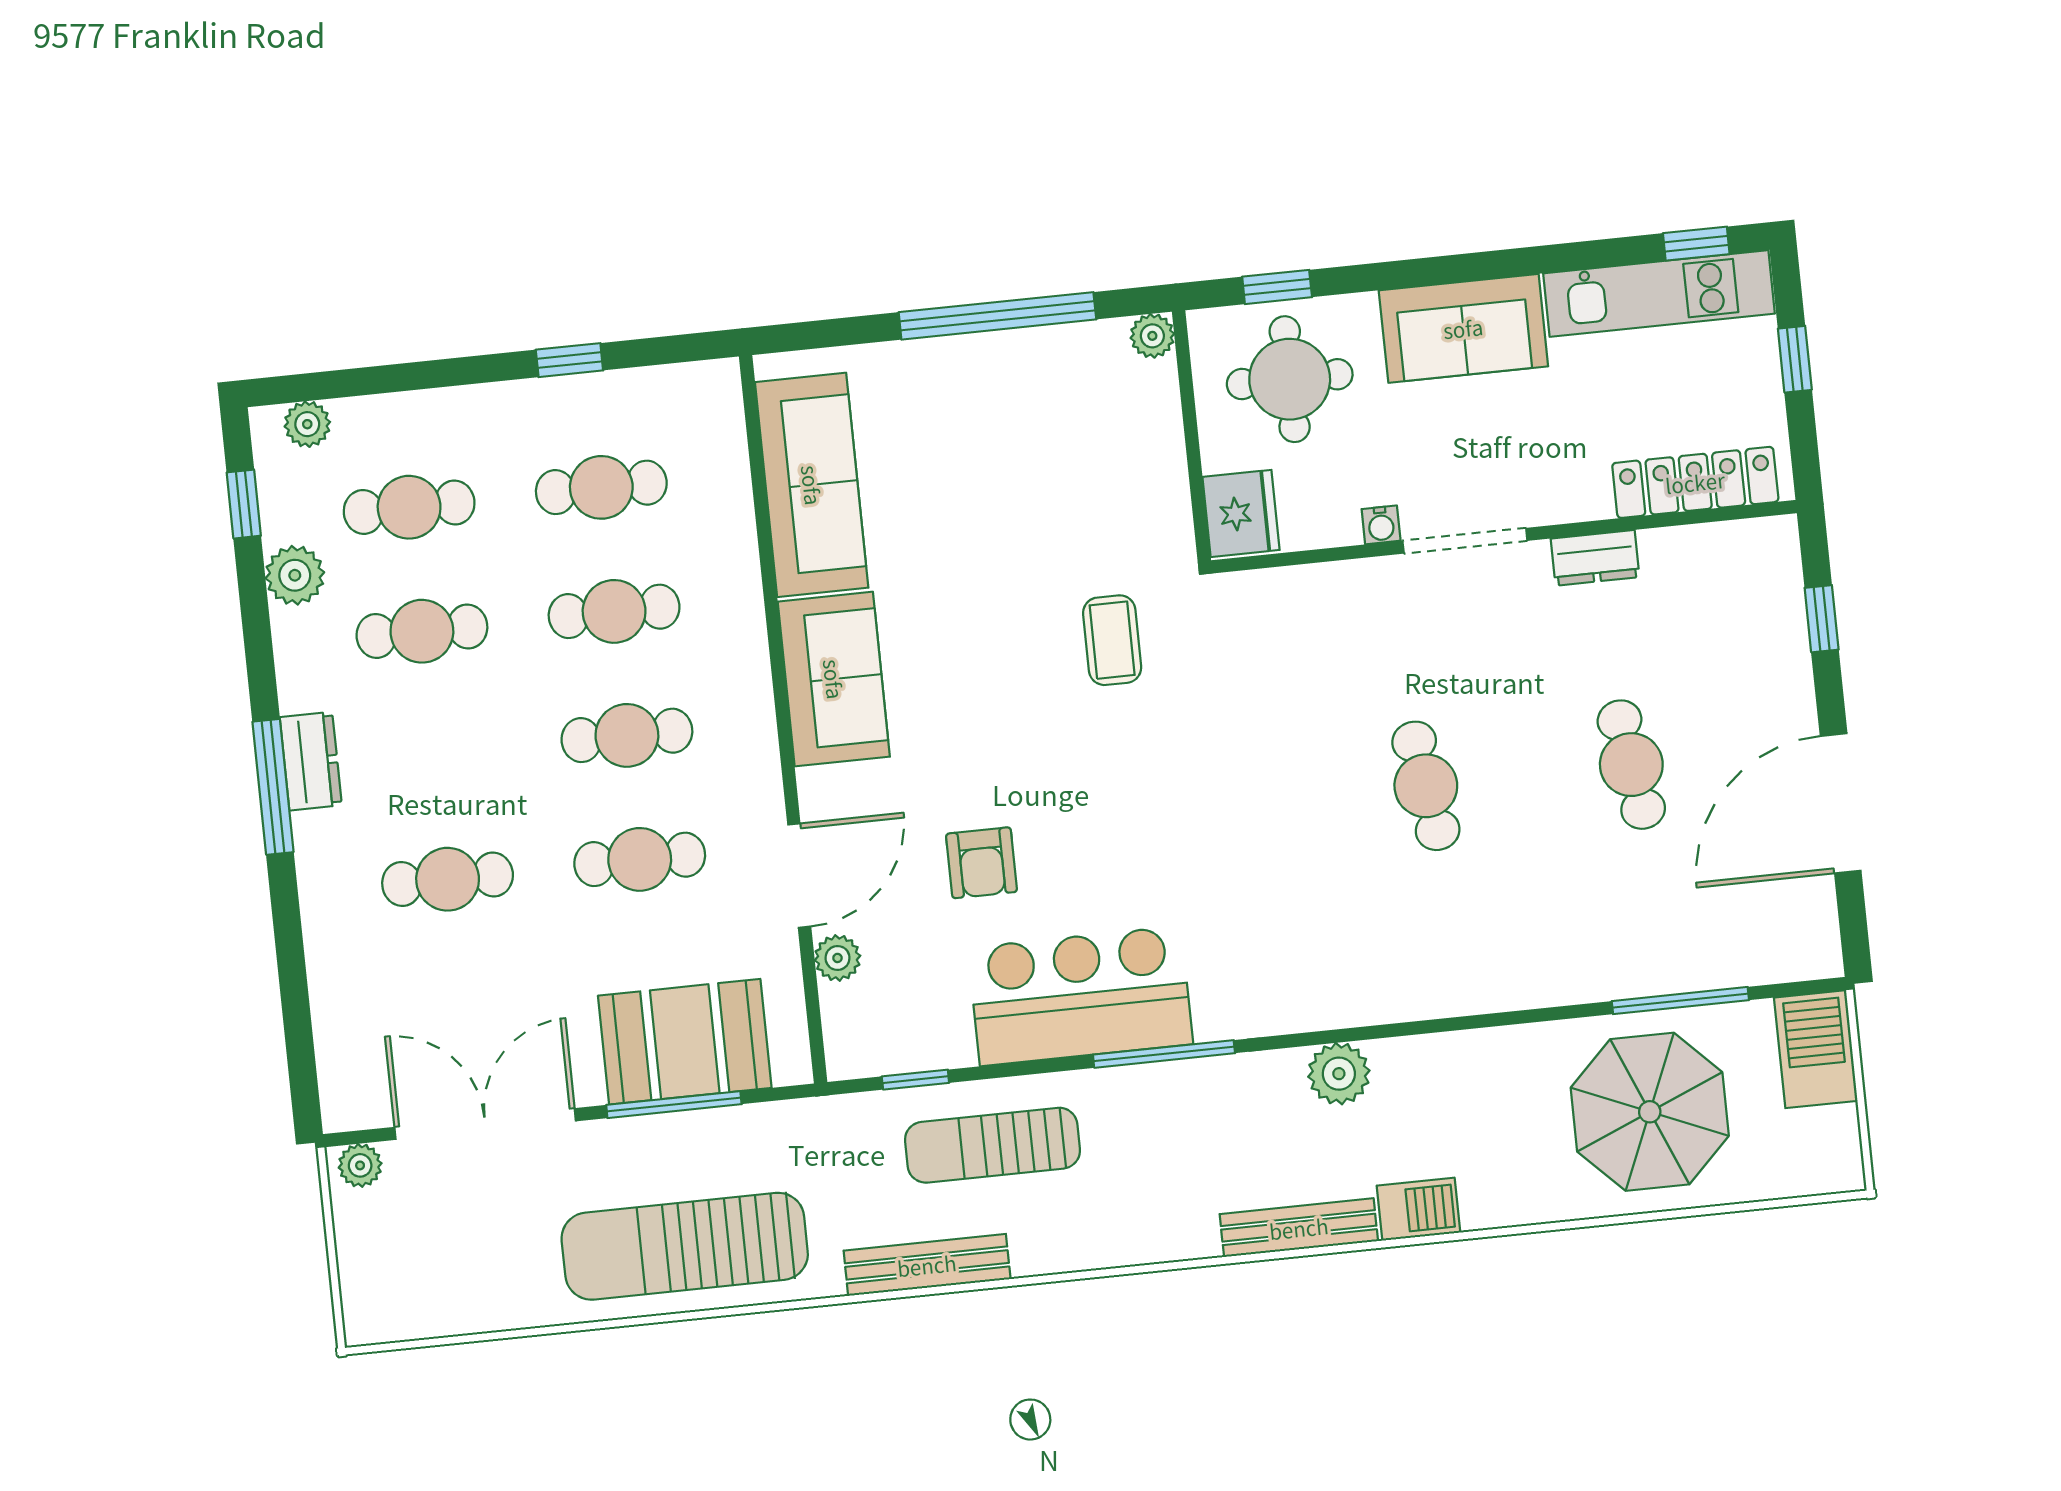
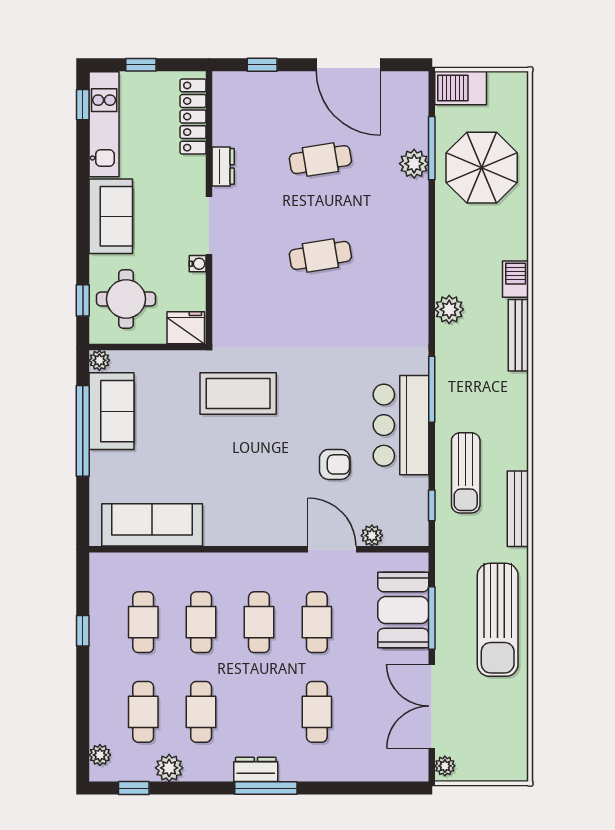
coffee table: (1112, 640) -> (238, 393), width x1.86, depth x1.72
sofa: (834, 679) -> (112, 411), moved, turned 90
plant: (1643, 966) -> (414, 164), added

